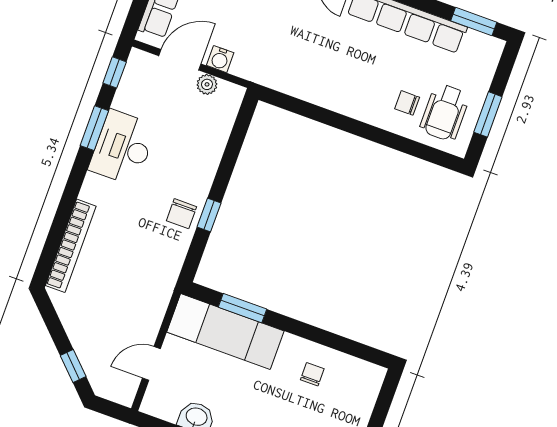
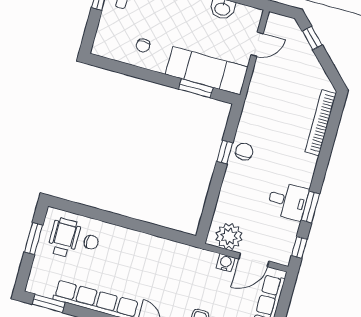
plant: (207, 84) -> (229, 236), width x1.88, depth x1.88
desk: (123, 148) -> (288, 201), width x0.73

